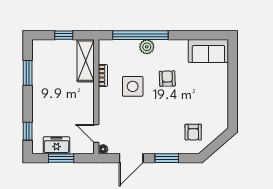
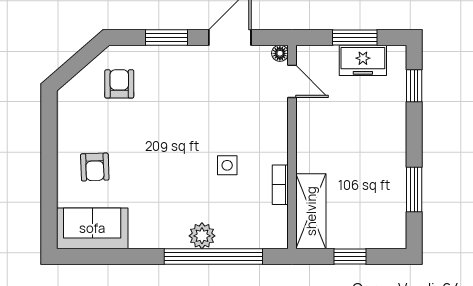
armchair: (167, 79) -> (95, 167), moved
side table: (133, 86) -> (227, 165), width x0.54, depth x0.54

